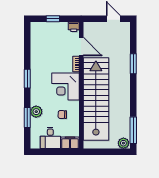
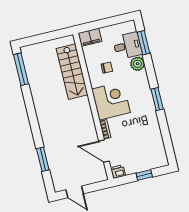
window: (133, 64) -> (43, 159), moved
stairs: (96, 99) -> (72, 72), width x0.54, depth x0.66
window: (27, 117) -> (144, 43), moved
desk: (50, 138) -> (127, 46), moved, turned 90
plant: (123, 143) -> (29, 52), removed

